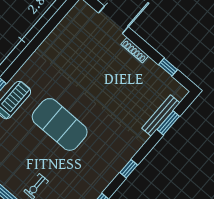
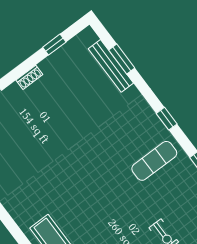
shoe rack: (135, 50) -> (29, 77), width x0.70
exercise mat: (60, 124) -> (154, 161), moved, width x0.50, depth x0.69

